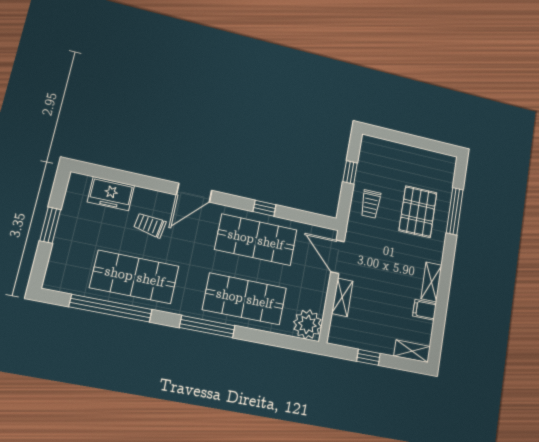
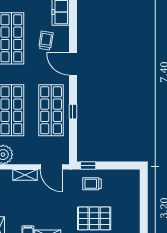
window: (350, 172) -> (88, 166), moved
door: (337, 257) -> (51, 167), swing flipped

